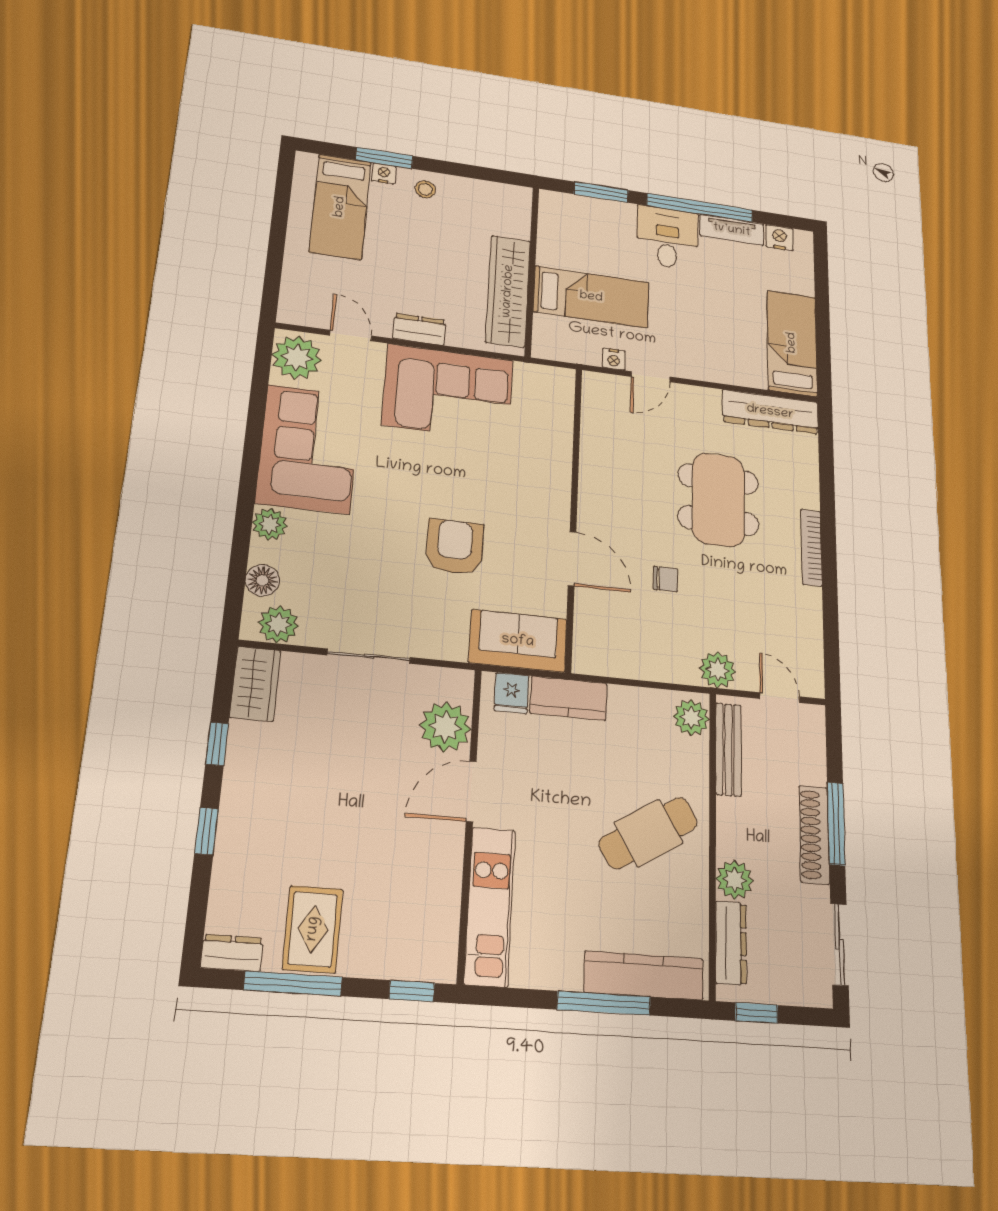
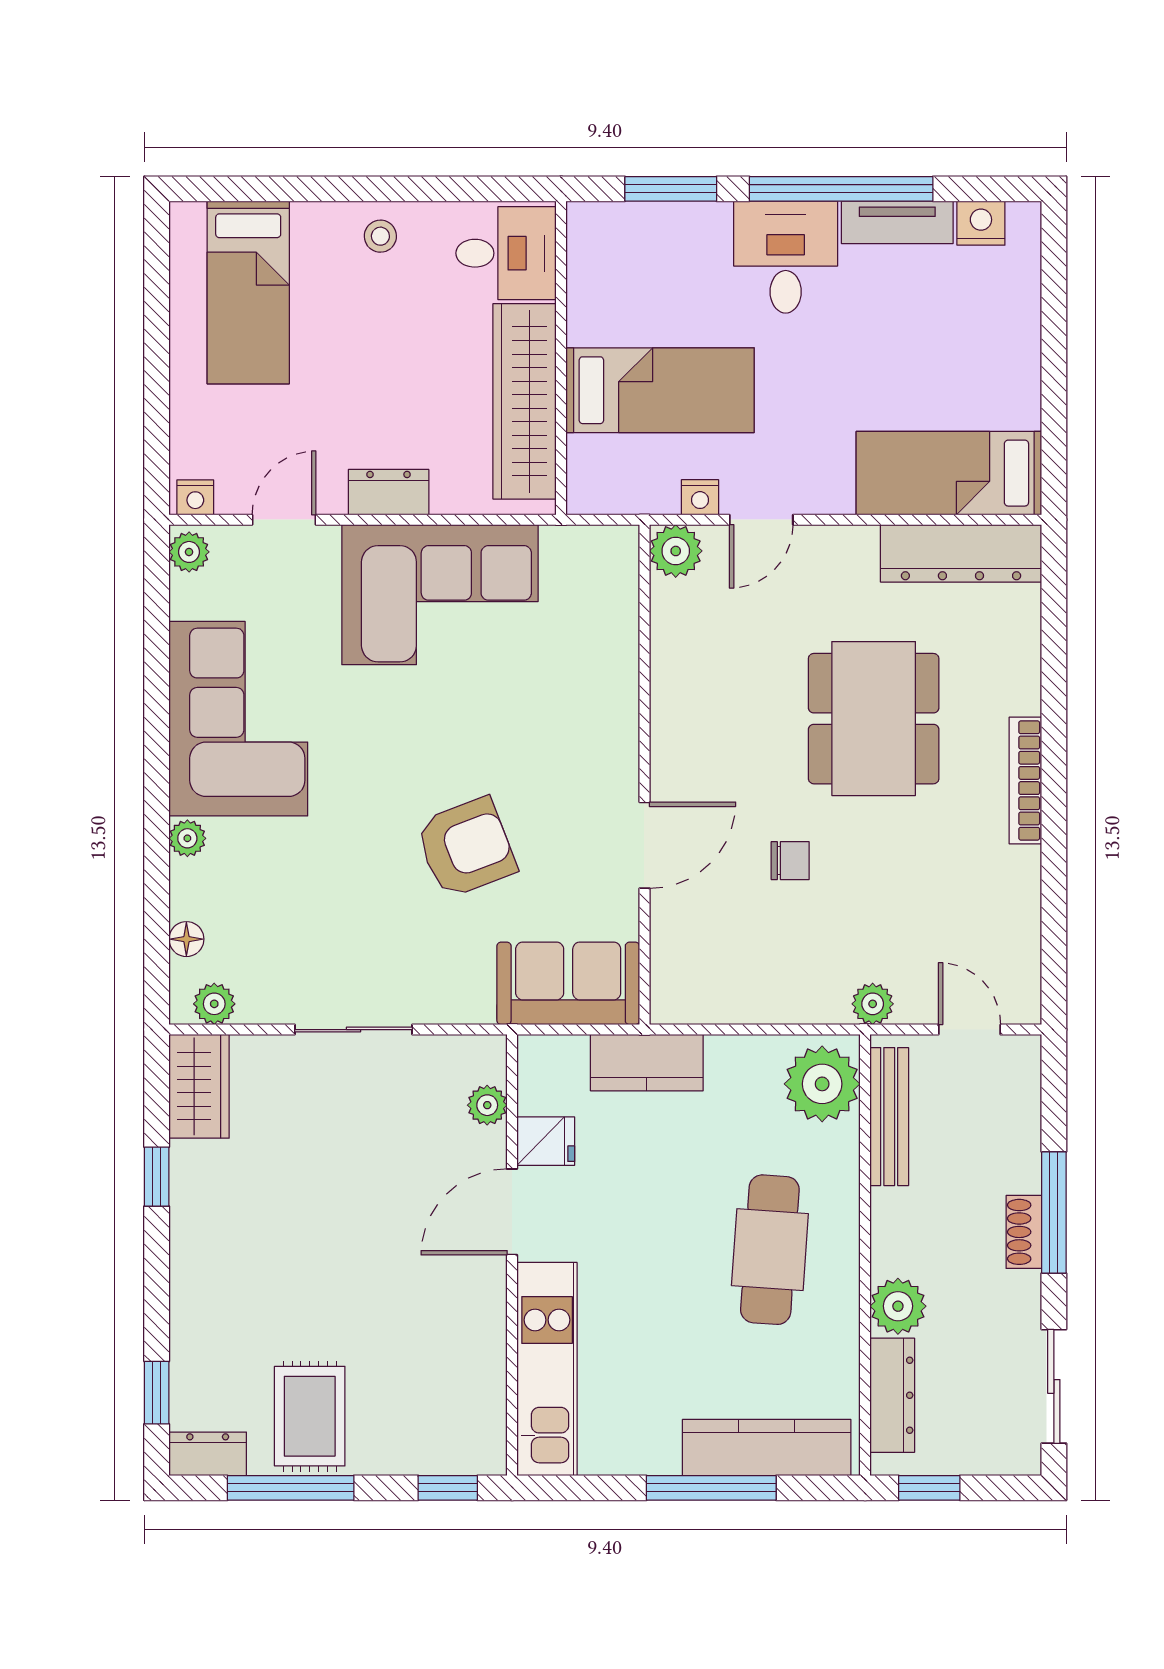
window: (384, 158) -> (310, 189), removed
nightstand: (384, 173) -> (195, 497), moved, turned 180
desk: (501, 210) -> (506, 253), added
door: (351, 336) -> (284, 520), hinge flipped
bed: (792, 343) -> (949, 473), moved, turned -90
plant: (297, 357) -> (189, 552), width x0.53, depth x0.53
plant: (598, 387) -> (676, 551), added
plant: (270, 524) -> (187, 838), width x0.73, depth x0.73
armchair: (455, 547) -> (466, 848), turned 69
door: (572, 559) -> (644, 845), hinge flipped
floor lamp: (262, 580) -> (186, 939), width x0.73, depth x0.73
plant: (278, 624) -> (214, 1004), width x0.73, depth x0.73
plant: (718, 670) -> (873, 1004), width x0.73, depth x0.73
fridge: (512, 693) -> (546, 1141), moved, turned -90
plant: (691, 718) -> (822, 1084), width x1.36, depth x1.36
plant: (445, 727) -> (487, 1105), width x0.53, depth x0.53
window: (207, 831) -> (157, 1393), moved
cafe table: (648, 833) -> (770, 1250), turned -55
shoe rack: (814, 835) -> (1024, 1232), width x0.51, depth x0.81

